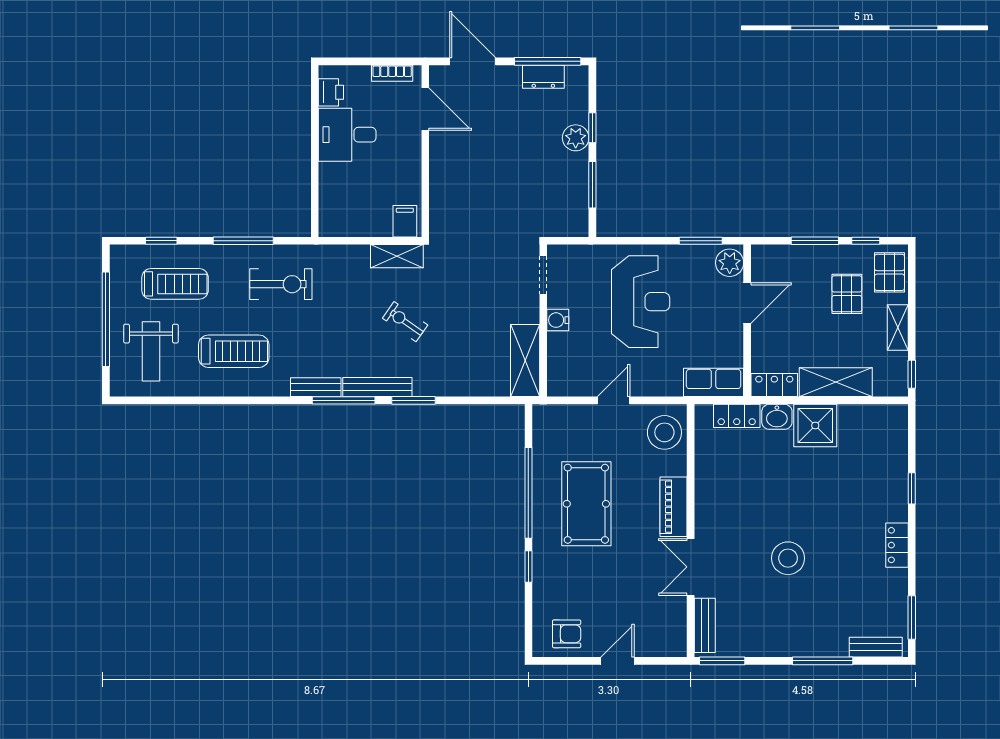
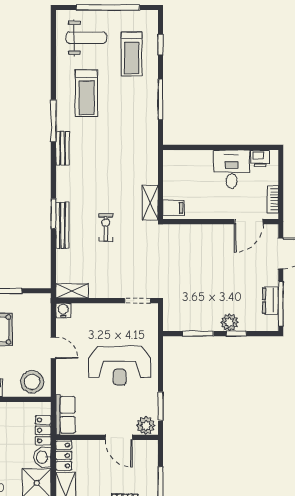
exercise bike: (281, 284) -> (131, 125), removed
water cooler: (558, 320) -> (63, 310), moved
exercise bike: (405, 322) -> (106, 228), moved, turned -35
weight bench: (151, 351) -> (86, 38), turned 180
shelving: (525, 360) -> (72, 291), width x0.67, depth x0.75
bench: (377, 387) -> (62, 225), moved
window: (344, 400) -> (53, 121), moved

